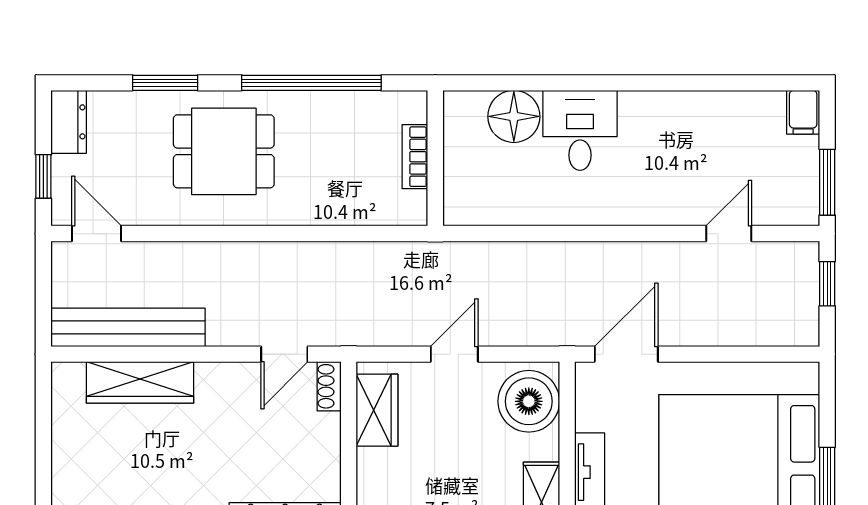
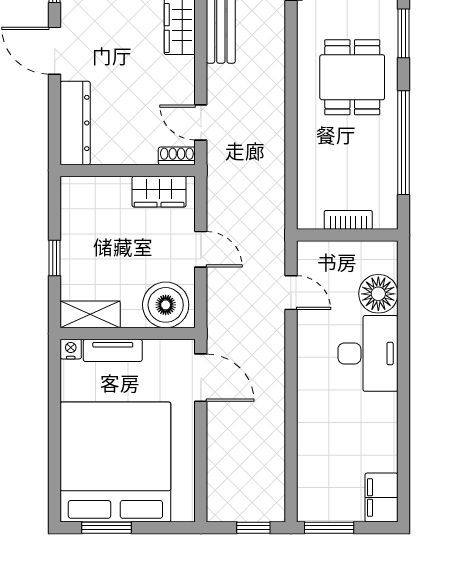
filing cabinet: (803, 112) -> (381, 497), width x2.00
desk: (580, 130) -> (368, 353), width x1.37
door: (729, 234) -> (291, 293), moved

